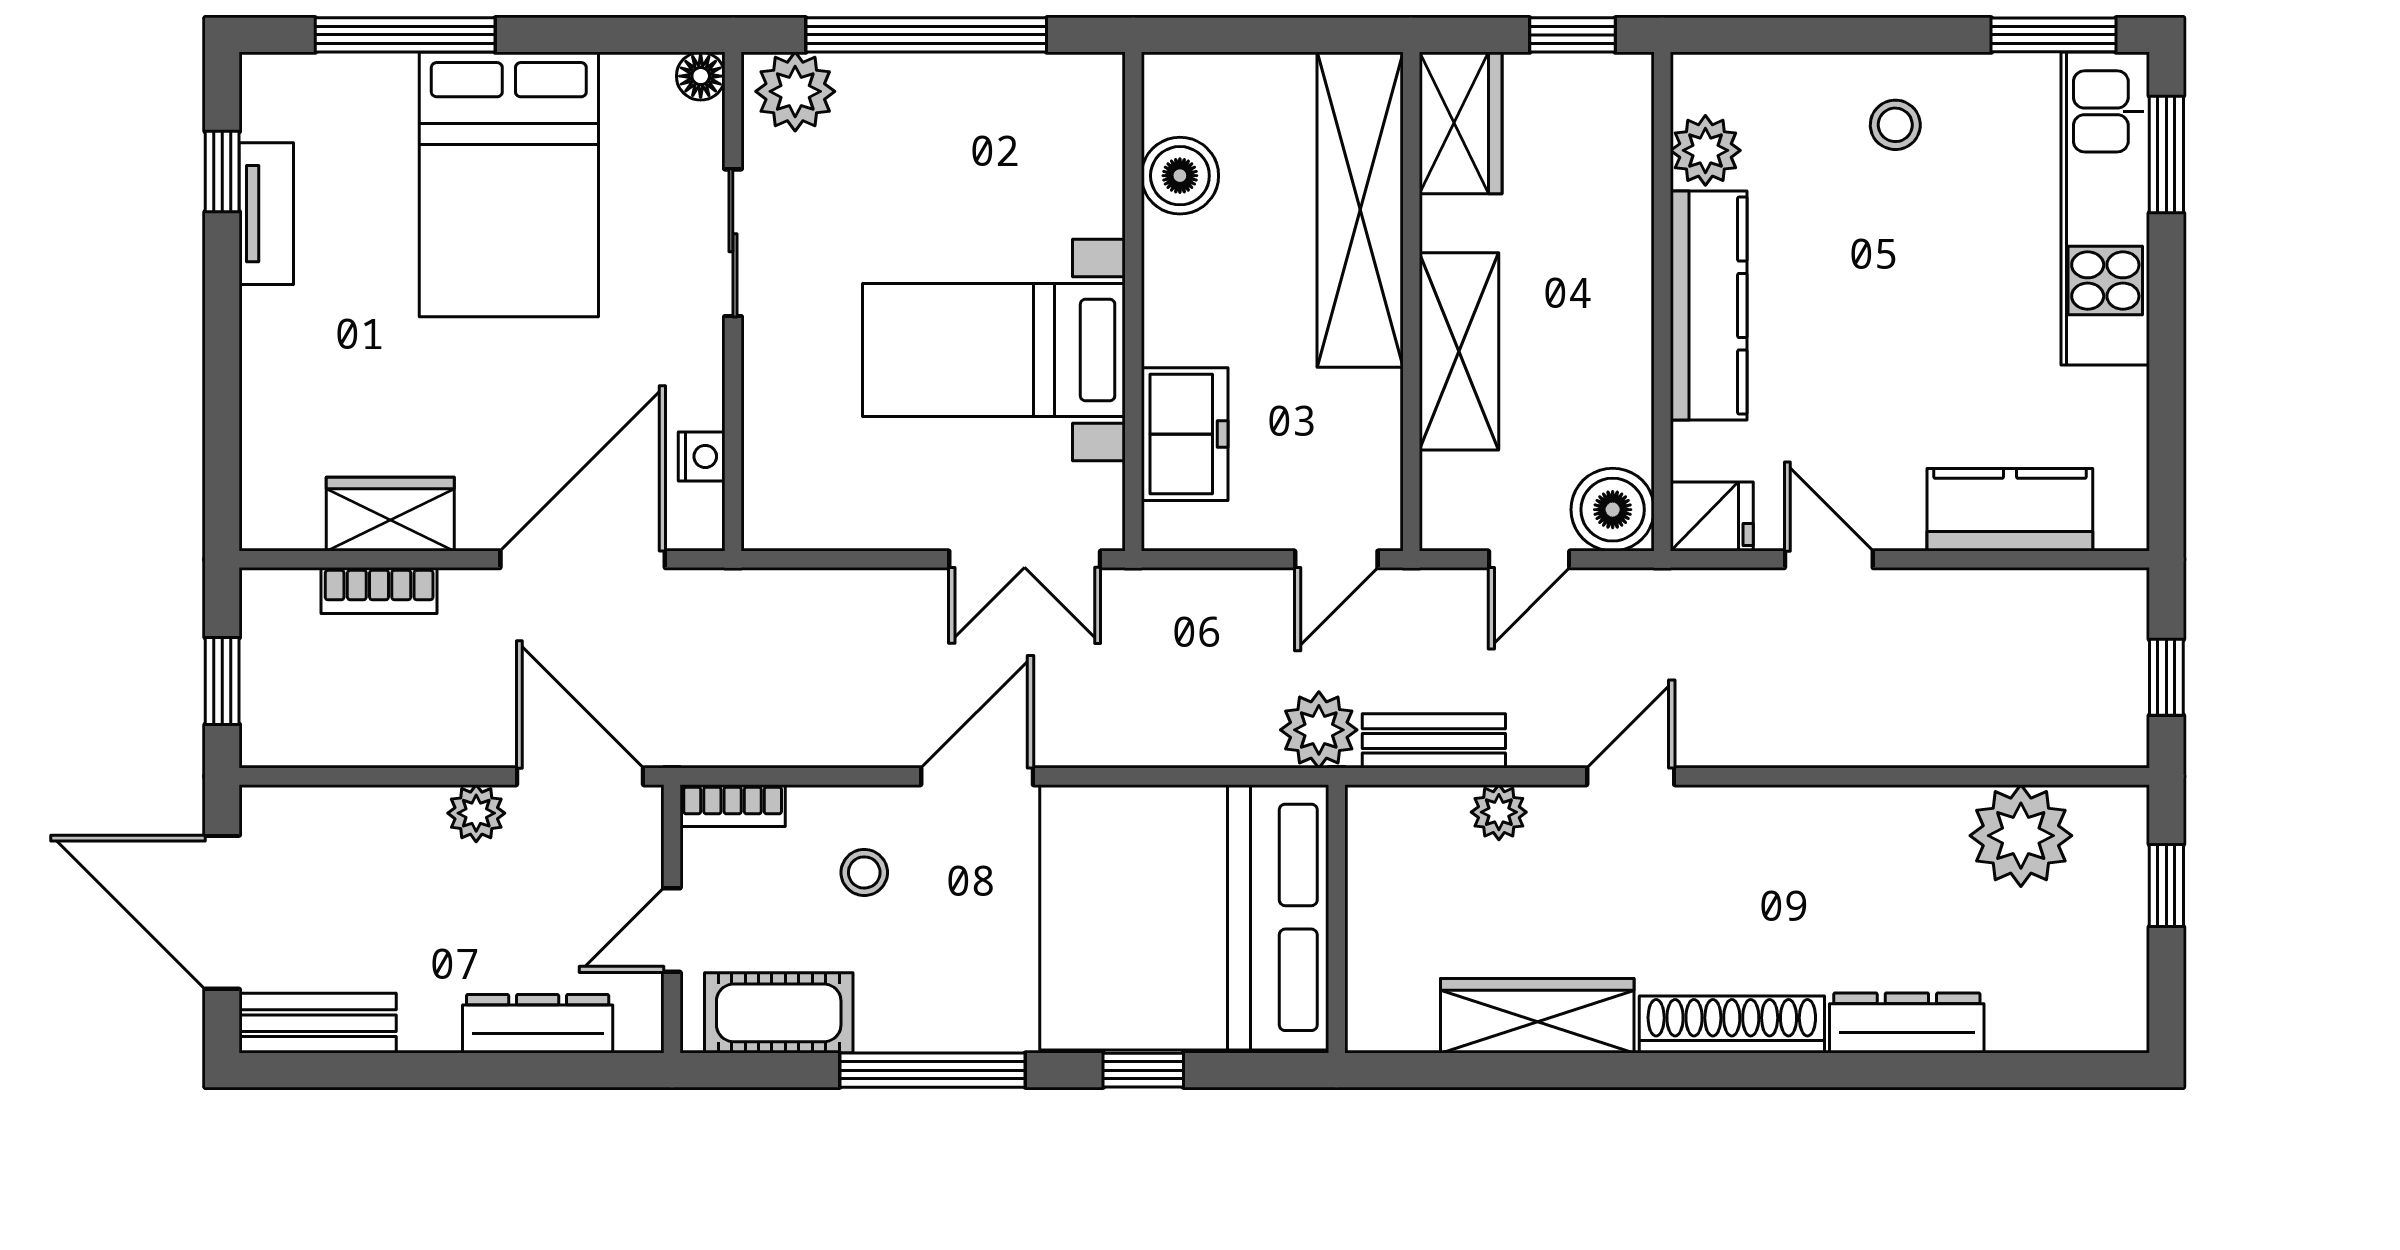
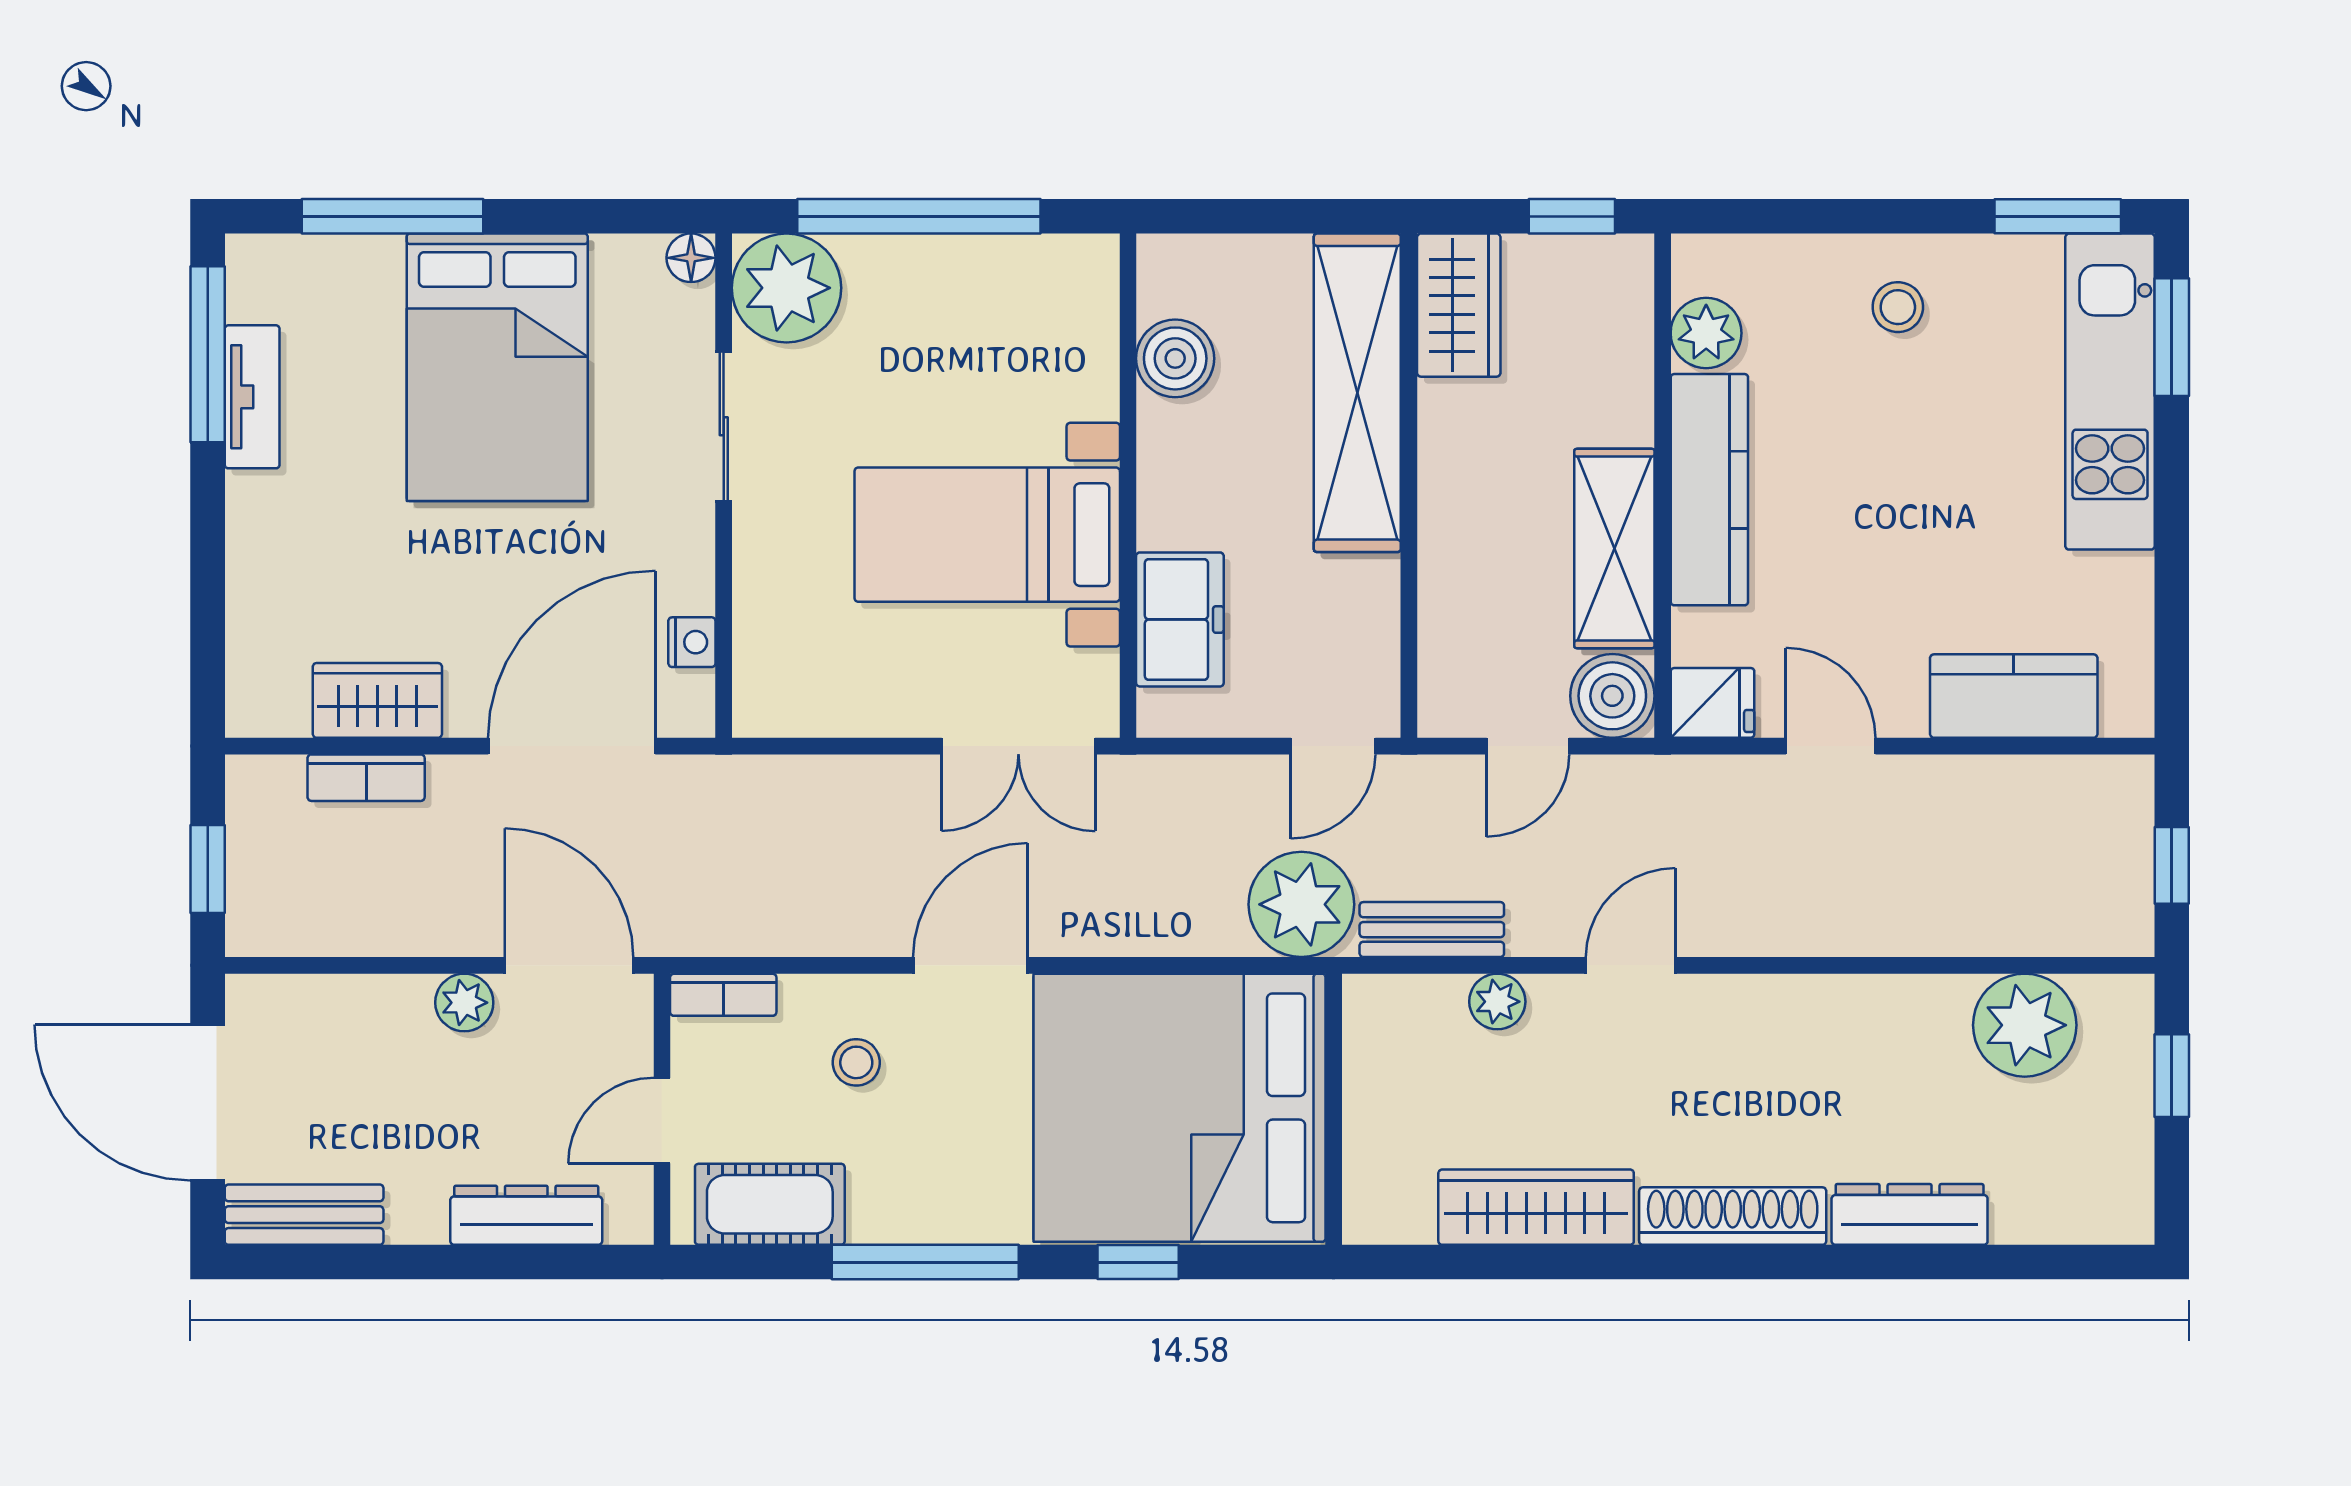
plant: (795, 91) -> (786, 288), width x1.36, depth x1.36
window: (222, 172) -> (208, 354), width x2.17
shelving: (1459, 351) -> (1614, 549), moved
plant: (1319, 730) -> (1301, 904), width x1.36, depth x1.36

